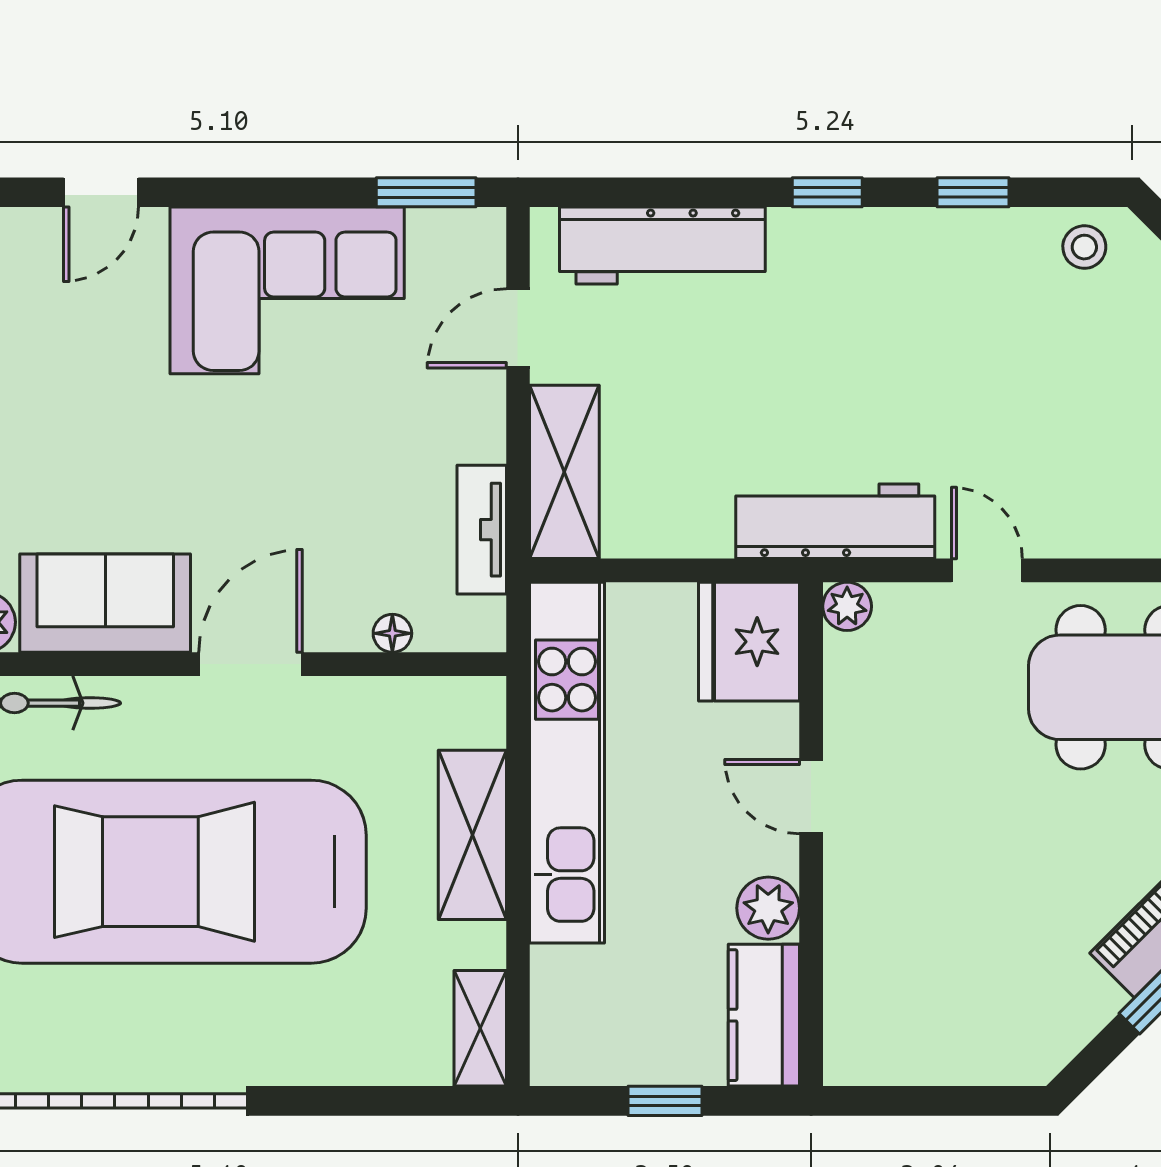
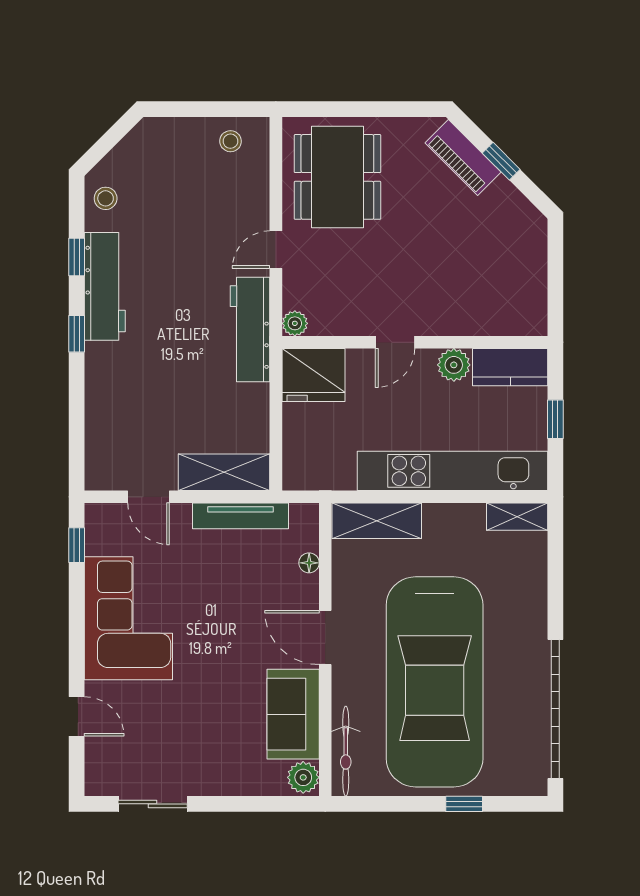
window: (426, 192) -> (77, 545), width x0.67
workbench: (662, 245) -> (105, 286), moved
tv unit: (482, 530) -> (240, 516), width x1.41
kitchen unit: (567, 763) -> (453, 471), moved
shelving: (472, 835) -> (377, 521), moved

